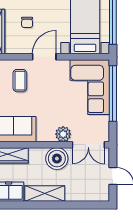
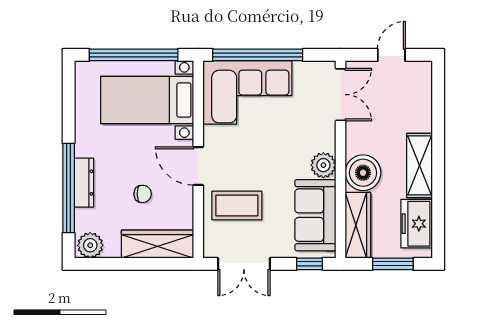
coffee table: (20, 81) -> (237, 205), width x1.36, depth x1.30
plant: (63, 134) -> (323, 165), moved
boiler: (57, 159) -> (363, 173), moved

